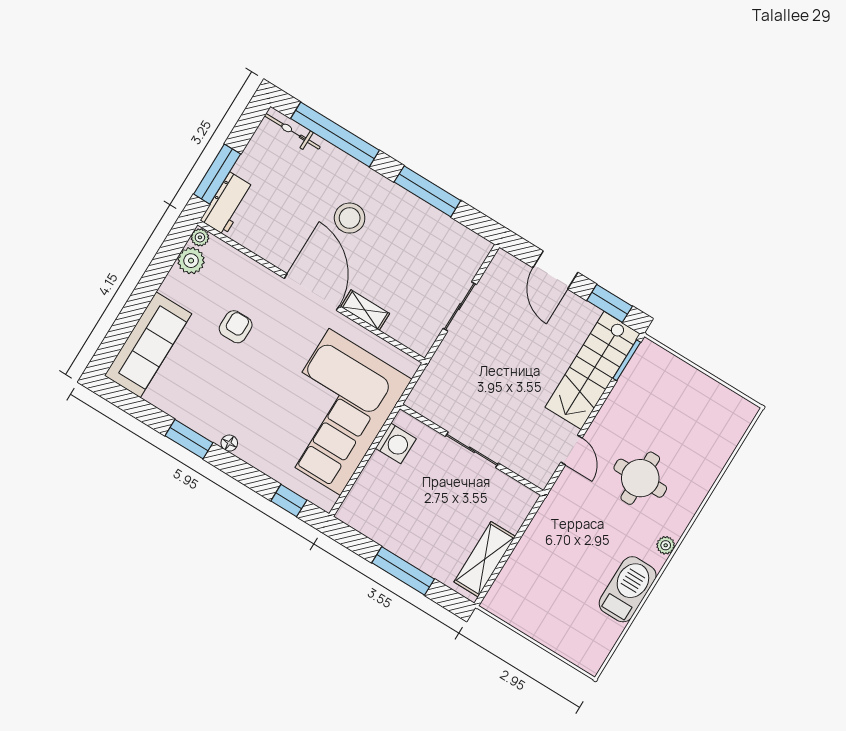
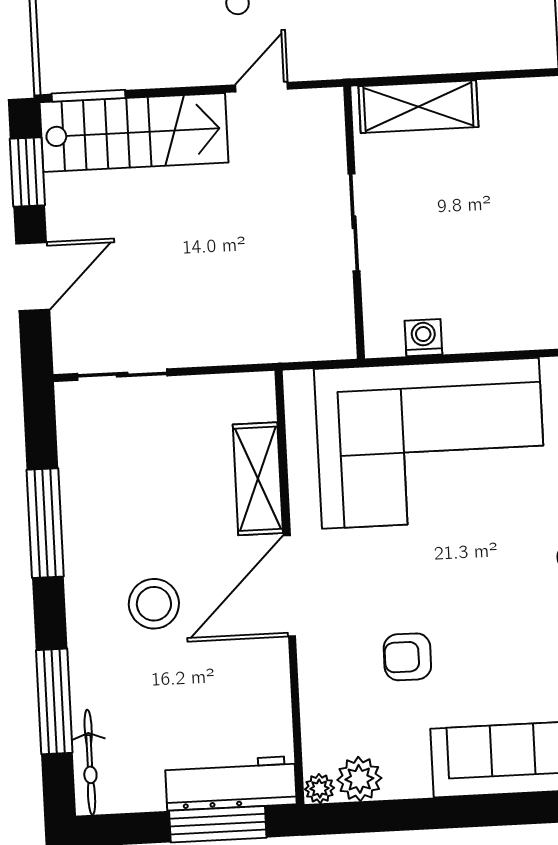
window: (335, 134) -> (54, 701), width x0.68
workbench: (227, 204) -> (231, 783), width x1.38
sliding door: (460, 306) -> (122, 375), moved
shelving: (365, 310) -> (258, 479), width x1.50, depth x1.33
washing machine: (396, 443) -> (423, 338), width x0.73, depth x0.73
shelving: (485, 559) -> (418, 107), moved

